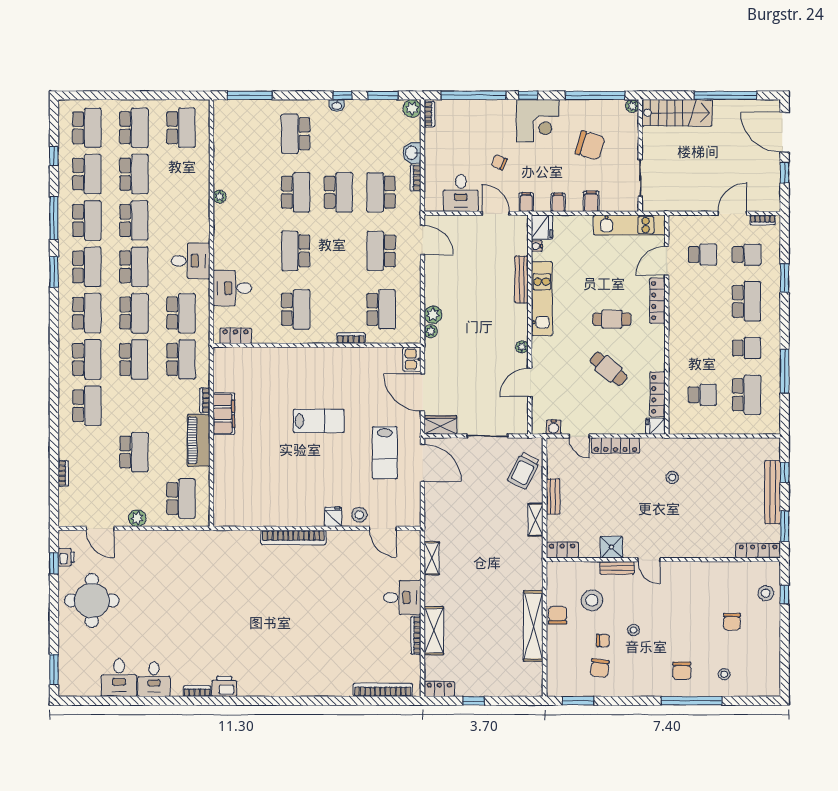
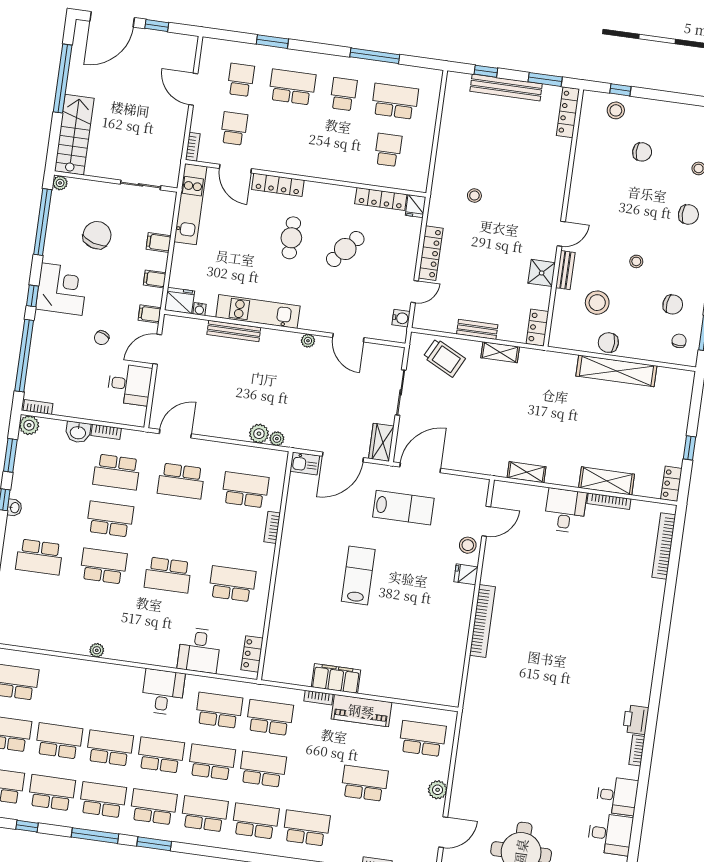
bookcase: (763, 220) -> (193, 147), moved
chair: (603, 641) -> (679, 341), moved

